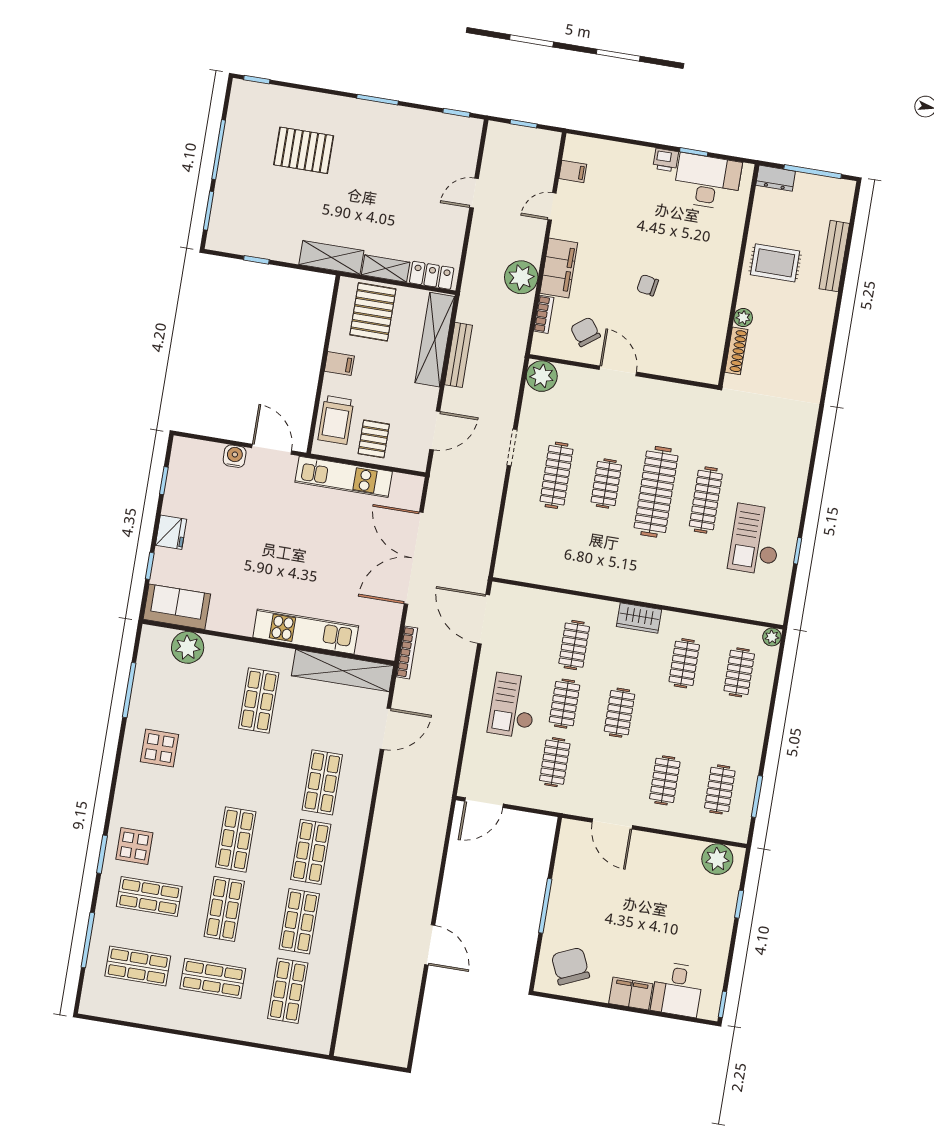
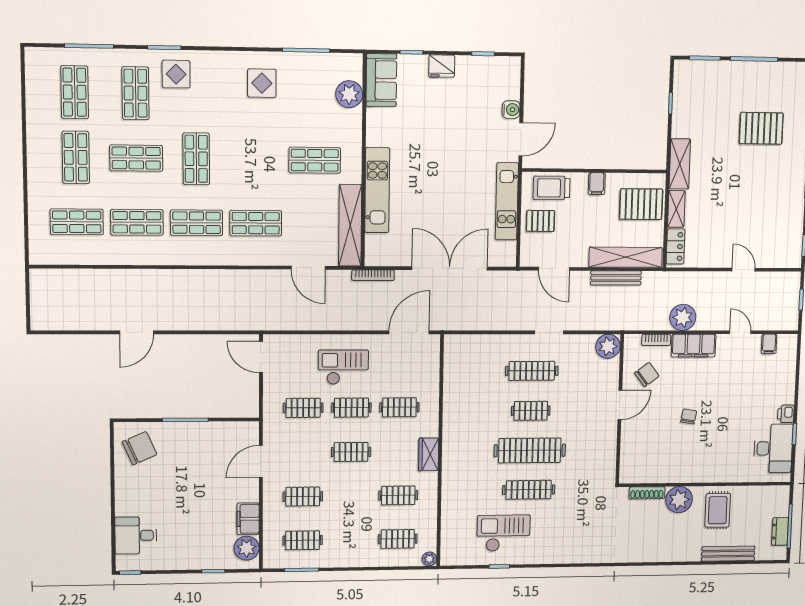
pallet: (304, 150) -> (761, 128), turned 90
dresser: (776, 178) -> (780, 531), moved
plant: (743, 318) -> (679, 500), width x1.87, depth x1.87
shop shelf: (236, 839) -> (196, 159), turned 90
filing cabinet: (631, 994) -> (248, 519), moved, turned 180

